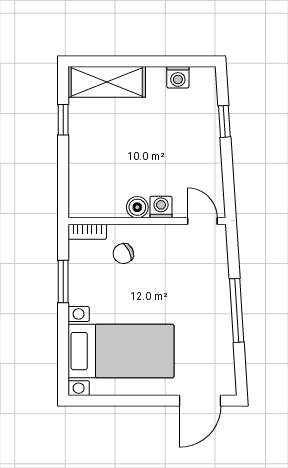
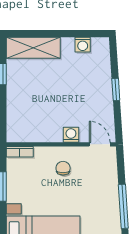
window: (224, 121) -> (116, 89), moved
boiler: (137, 207) -> (54, 135), removed
chair: (123, 254) -> (63, 168), moved, turned 116

